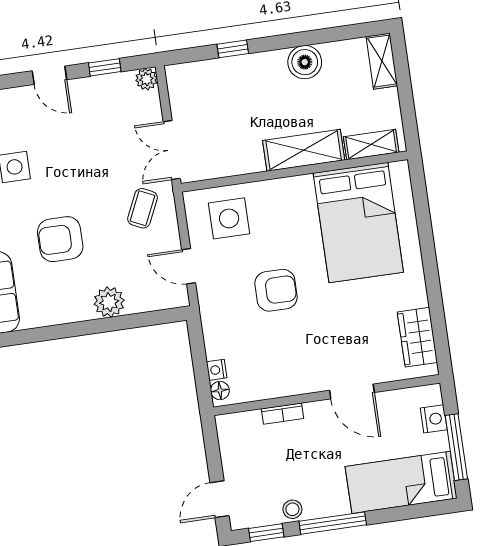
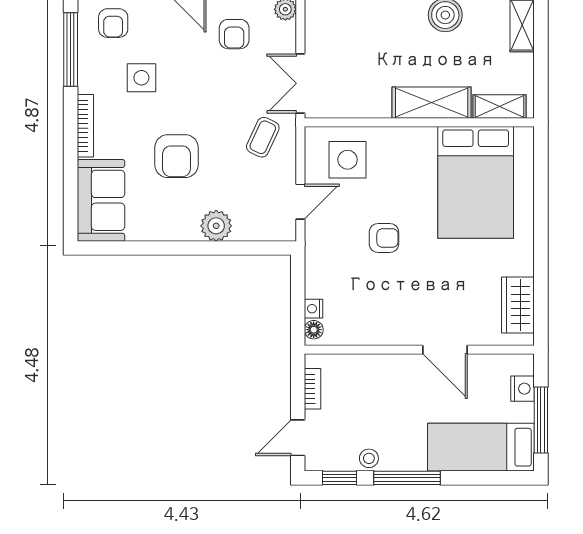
armchair: (100, 111) -> (234, 34), added
armchair: (60, 239) -> (176, 156), turned -90
door: (189, 266) -> (300, 202), swing flipped
armchair: (276, 290) -> (384, 238), width x0.72, depth x0.72
bookcase: (282, 414) -> (313, 389), moved, turned -90

